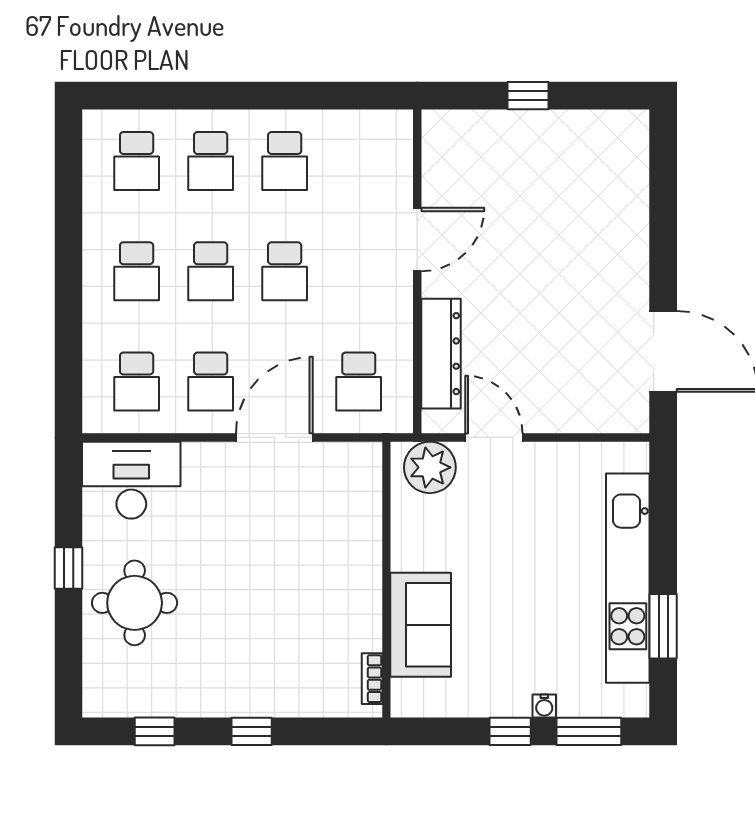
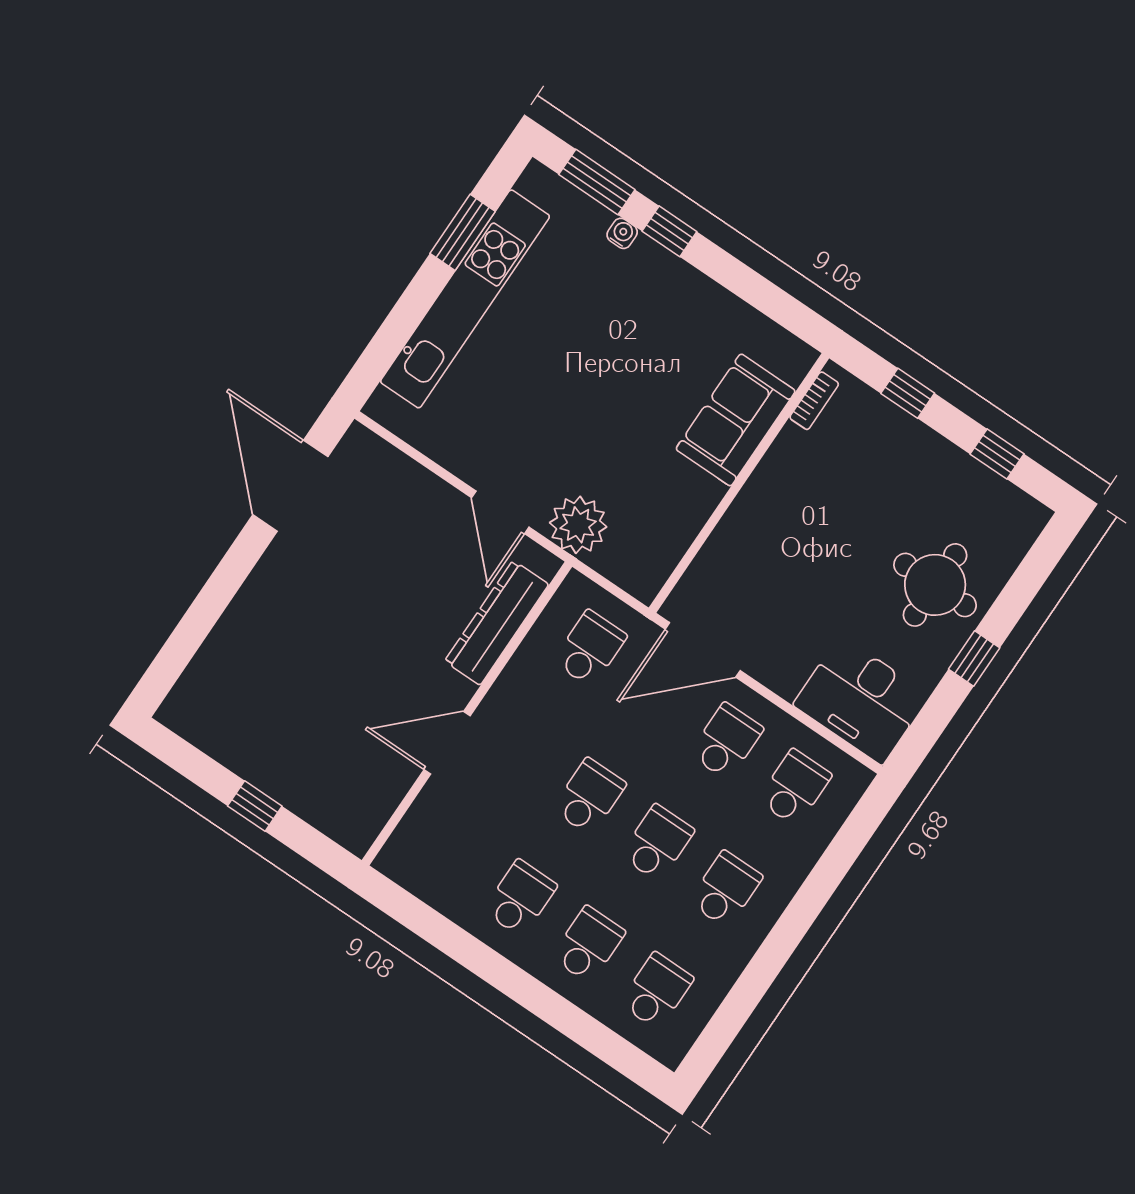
wall: (386, 580) -> (739, 483), moved
sofa: (421, 625) -> (736, 420), moved
bookcase: (372, 679) -> (814, 401), moved

